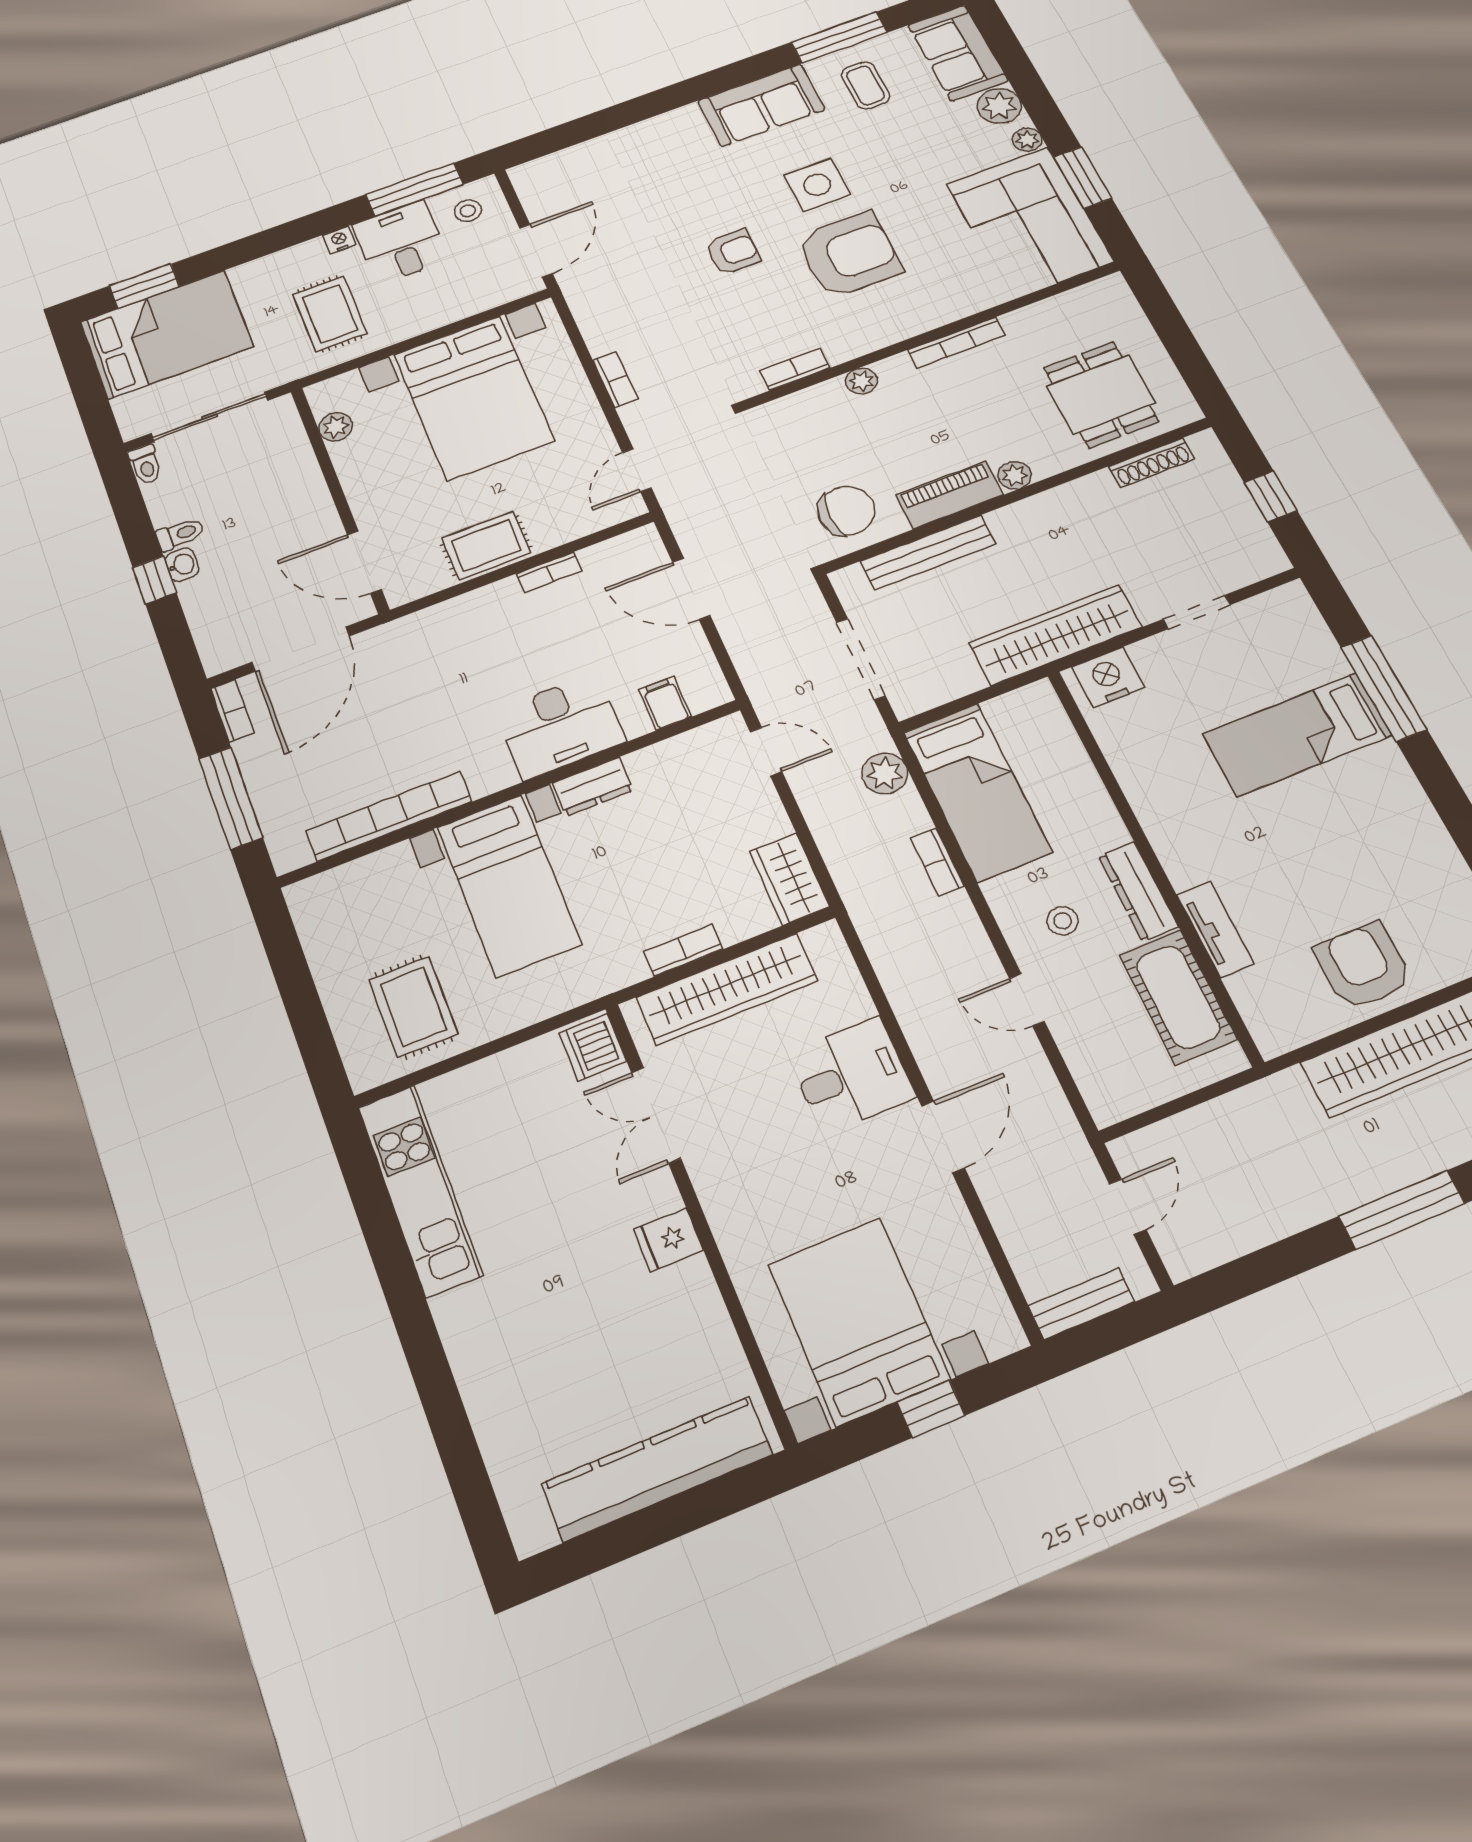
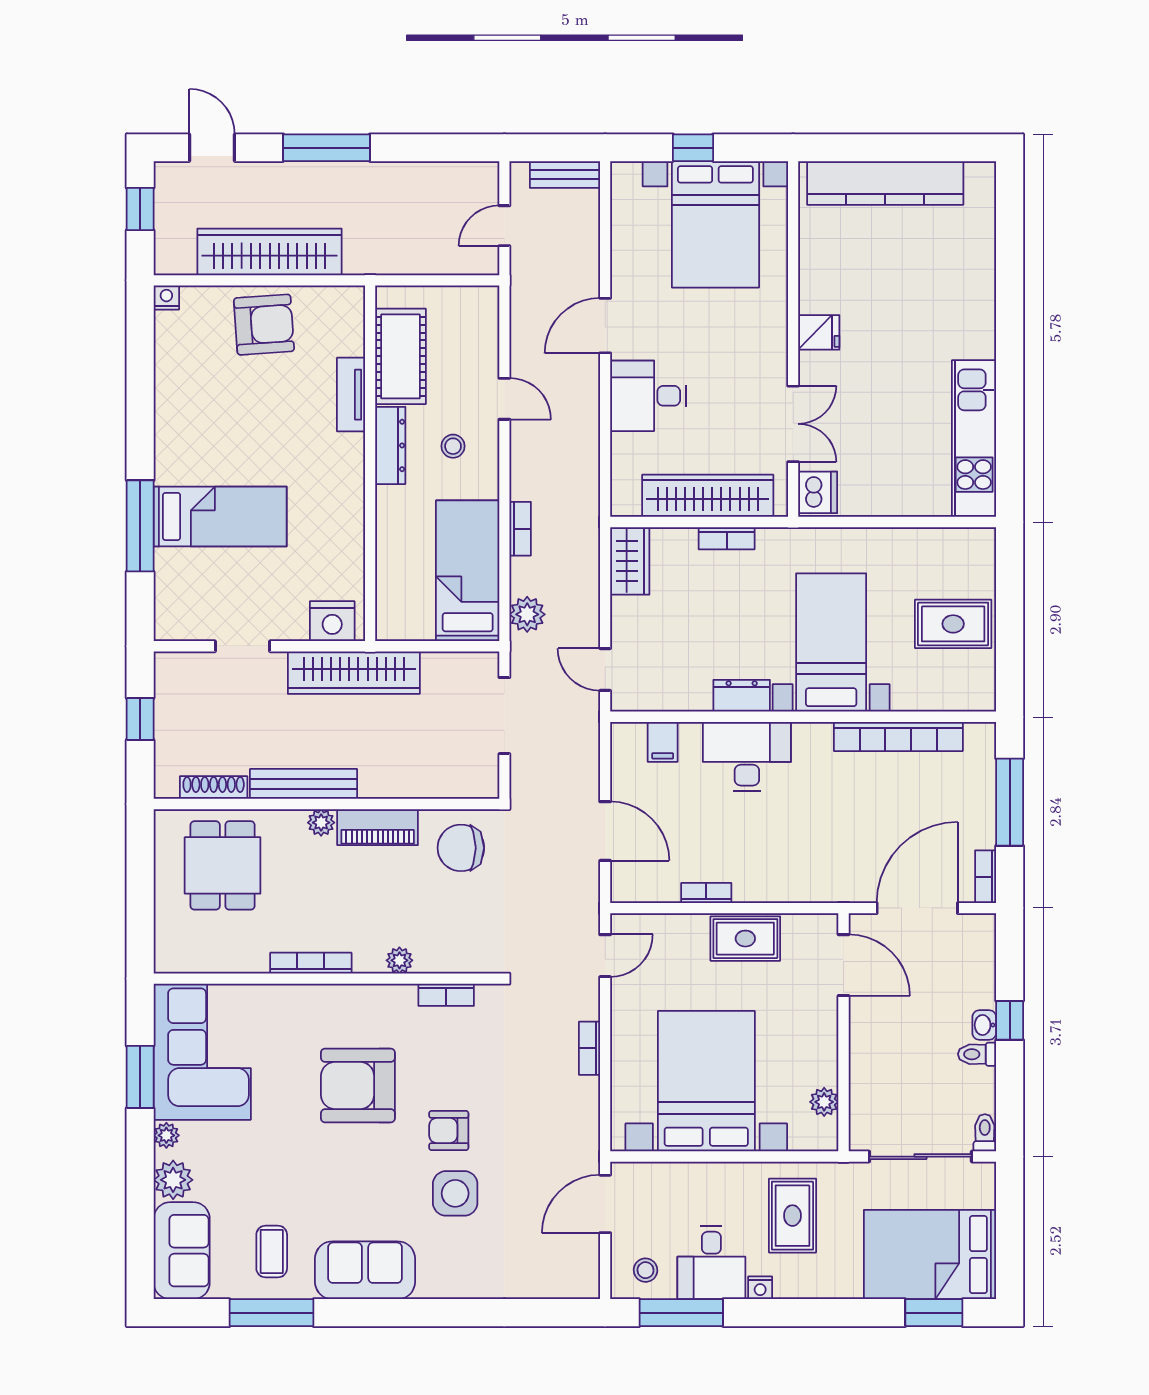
side table: (817, 185) -> (455, 1193), moved
bench: (928, 553) -> (304, 784), moved
armchair: (1363, 966) -> (264, 325), turned -94
rug: (413, 1007) -> (953, 624), moved, turned 90

